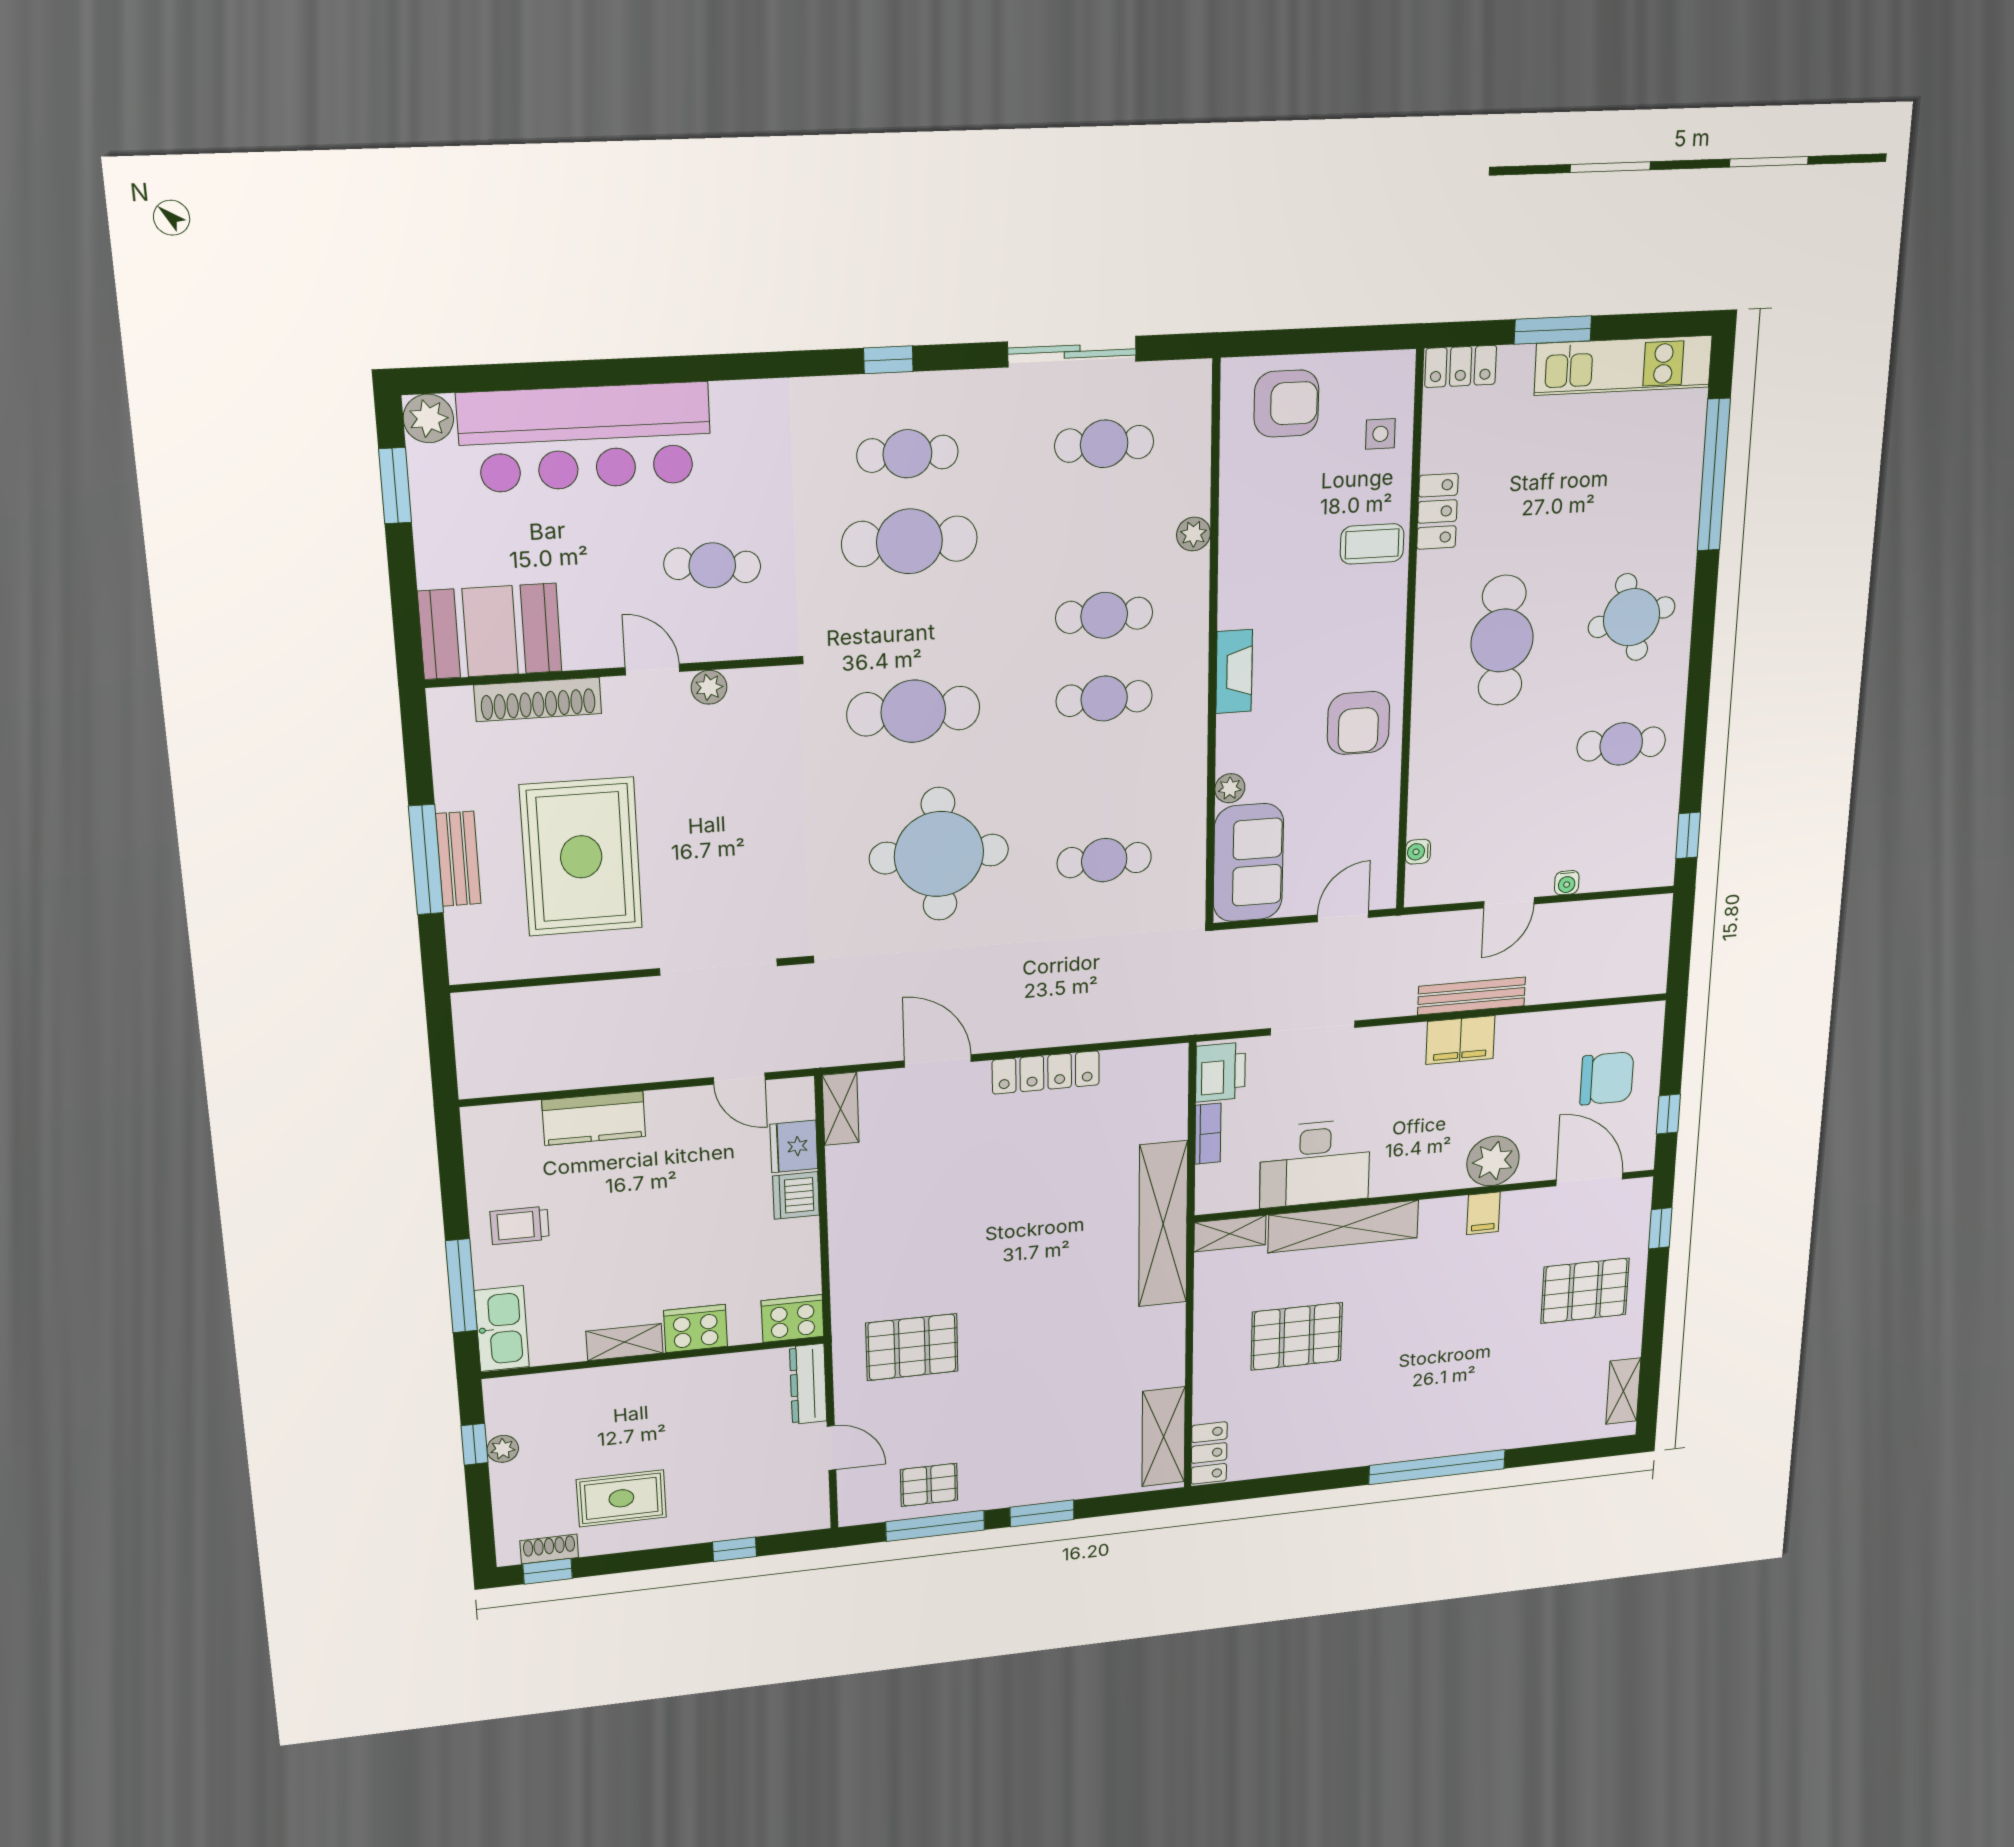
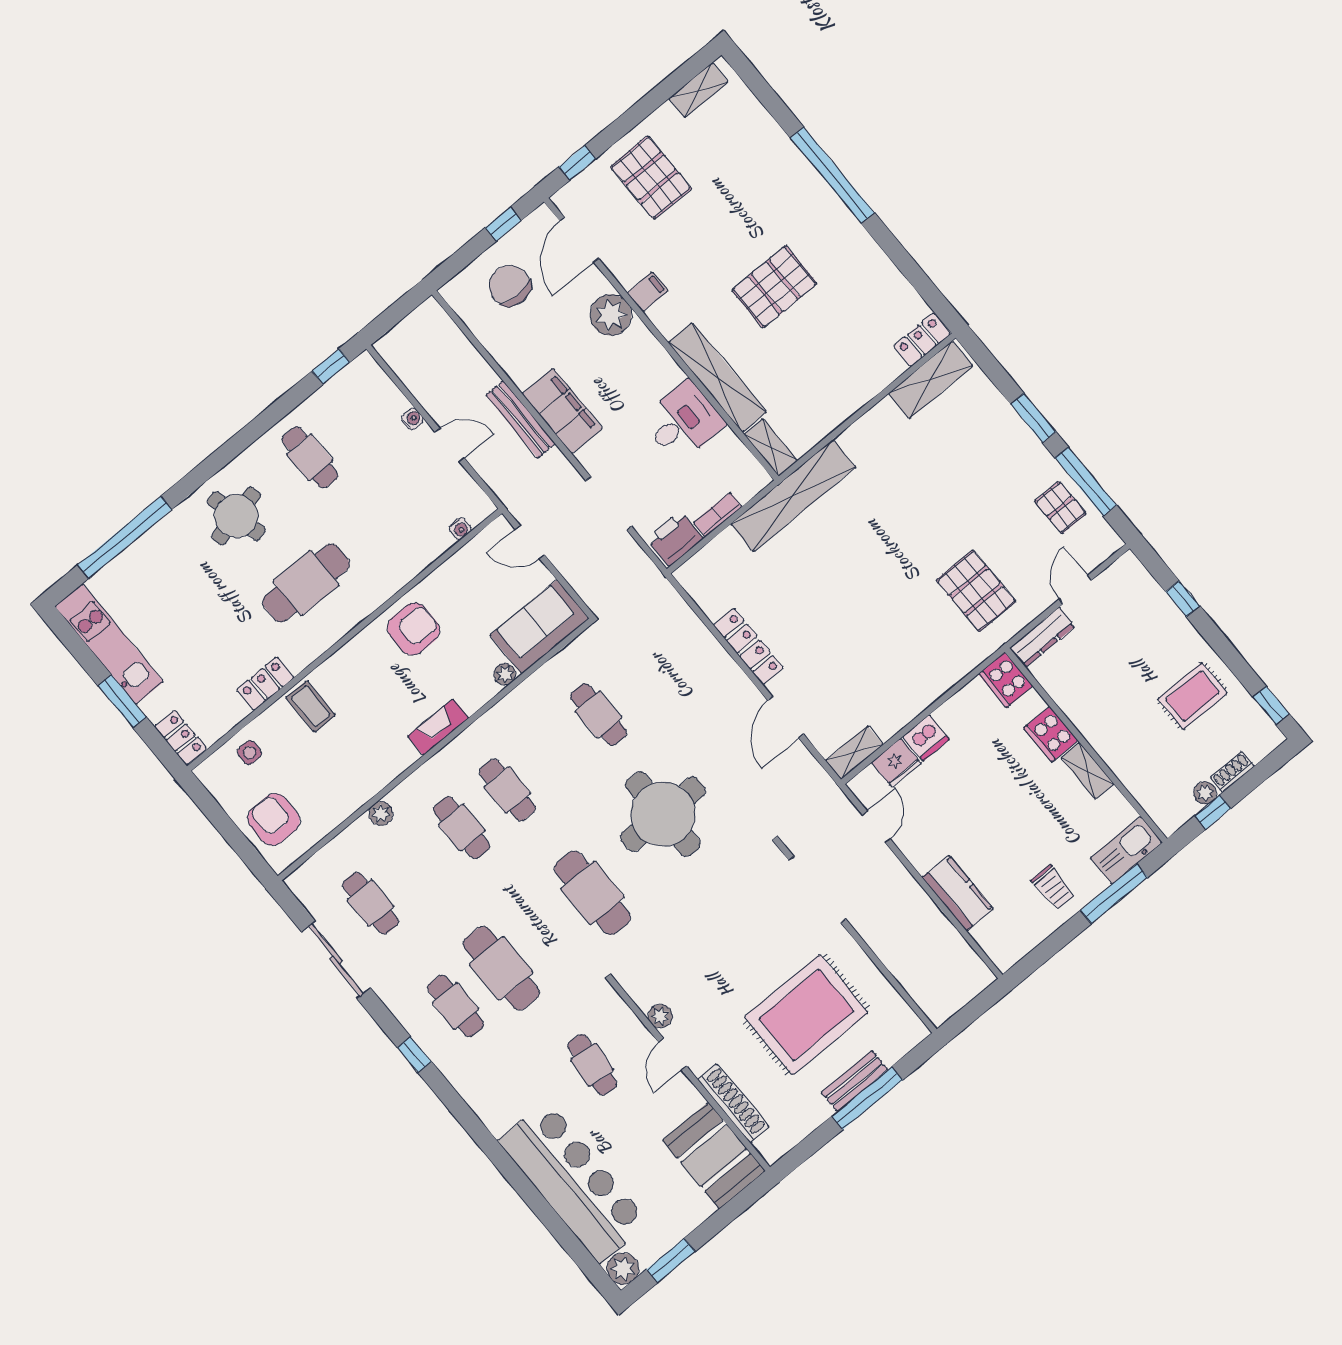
filing cabinet: (1460, 1040) -> (562, 411), width x1.50, depth x1.17
desk: (1315, 1163) -> (683, 422), width x0.73
pallet: (1297, 1336) -> (774, 287), moved, turned 90
rug: (621, 1498) -> (1192, 696), turned 90
shoe rack: (549, 1549) -> (1232, 772), moved, turned 90

